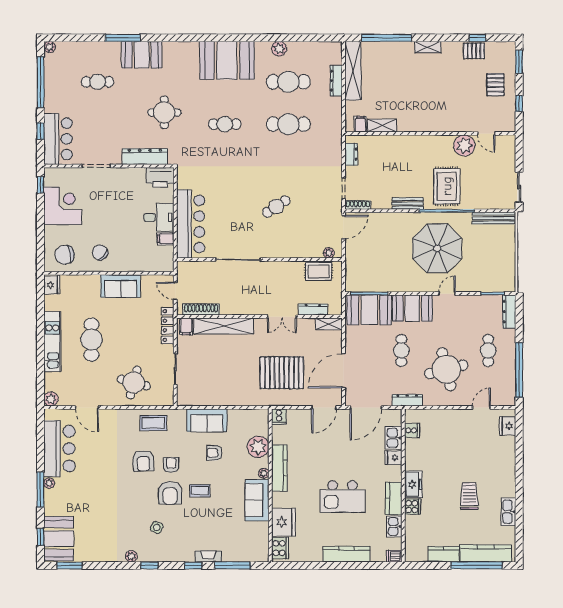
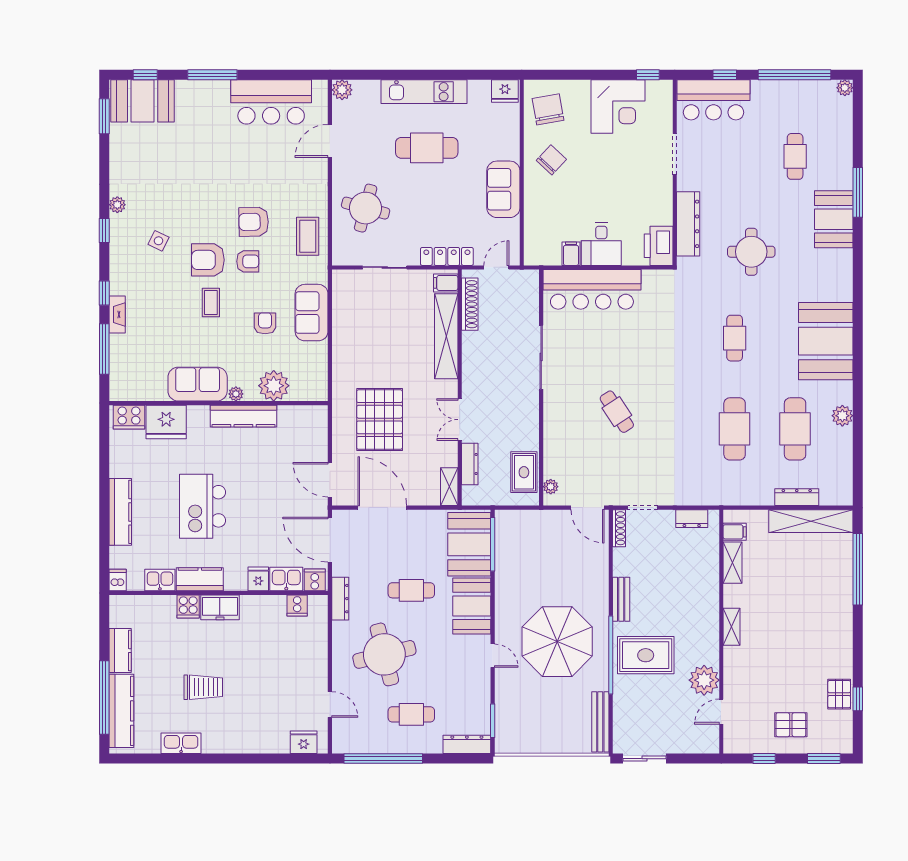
shelving: (428, 47) -> (732, 627), moved
cooker: (279, 416) -> (315, 580), moved, turned 90
plant: (49, 483) -> (222, 87), removed

